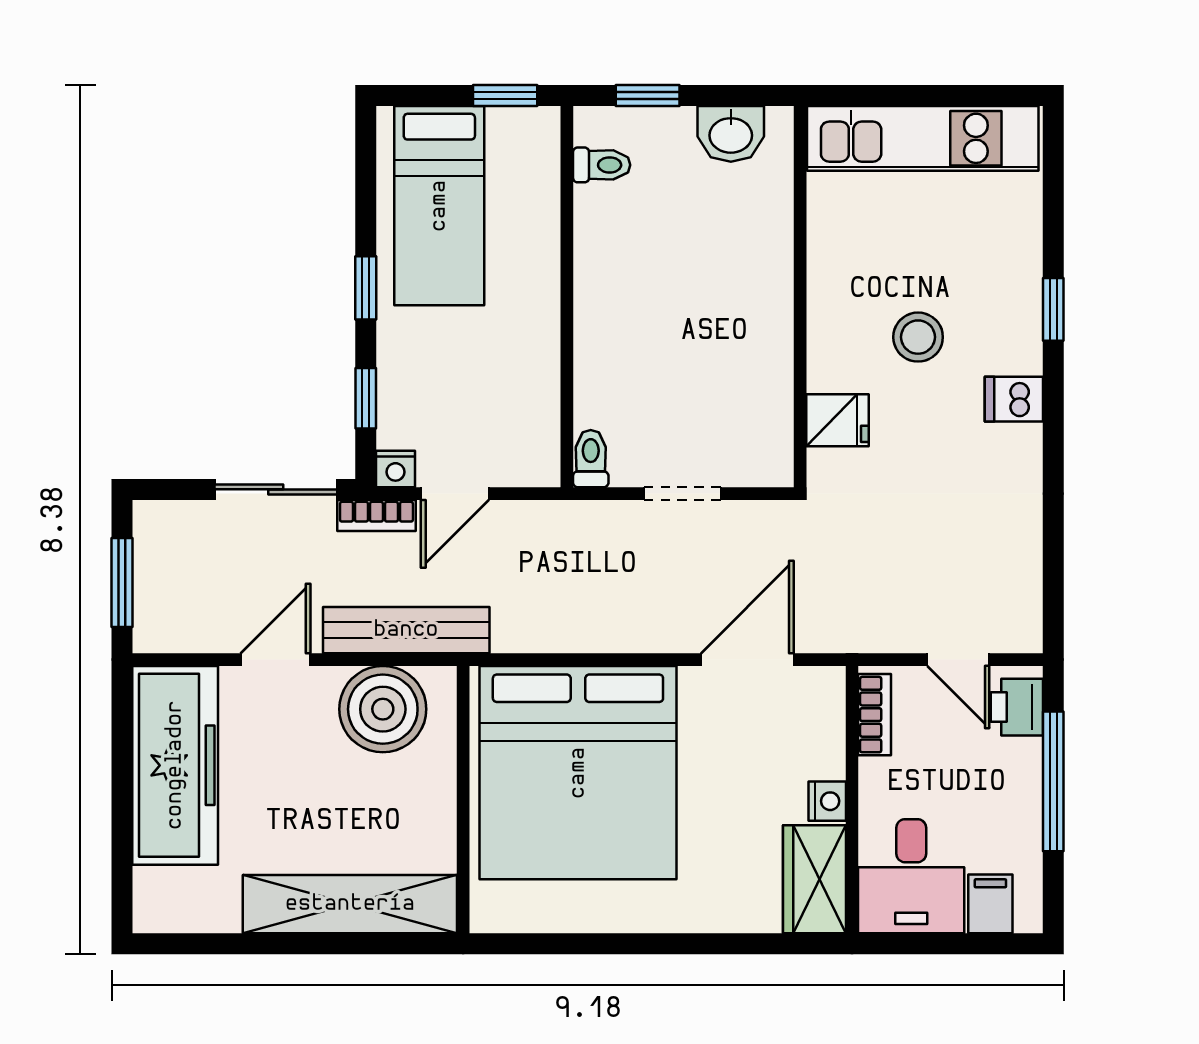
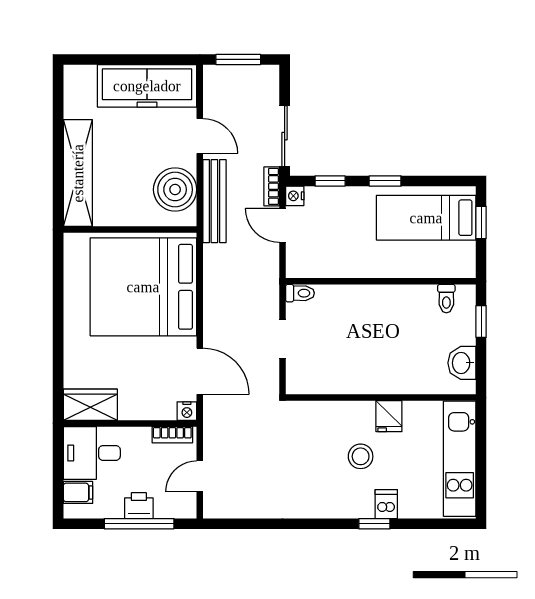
window: (505, 95) -> (481, 222), moved
dishwasher: (1014, 399) -> (386, 504), moved
fridge: (837, 420) -> (389, 416), moved
printer: (1017, 707) -> (139, 506), moved
nightstand: (827, 801) -> (187, 411), moved

